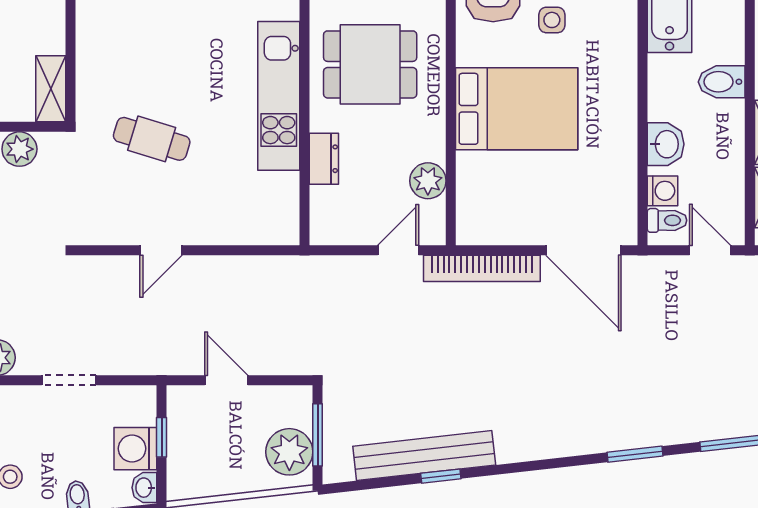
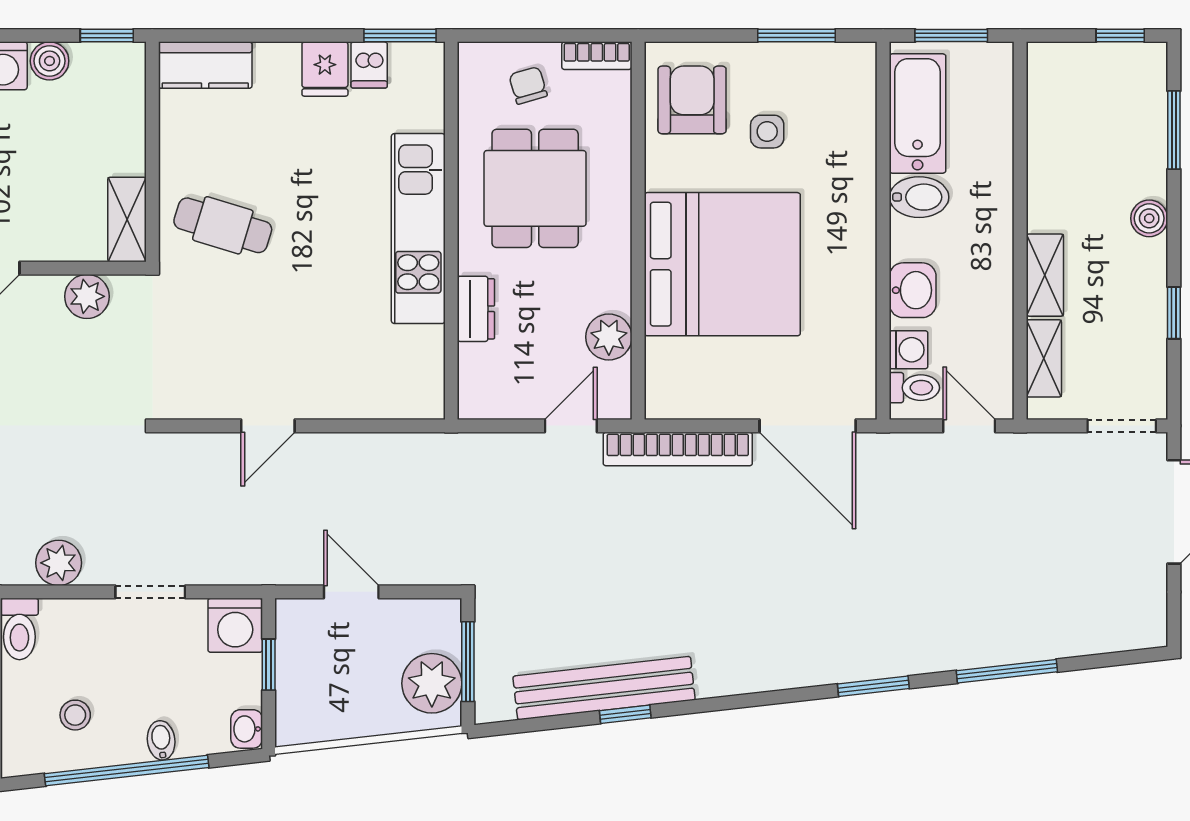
dining table: (370, 64) -> (535, 188), turned 90
bidet: (722, 82) -> (919, 197), moved, turned 180
bed: (517, 109) -> (722, 264), width x1.36
cafe table: (152, 139) -> (223, 225), moved
washing machine: (135, 449) -> (235, 625), moved, turned -90

